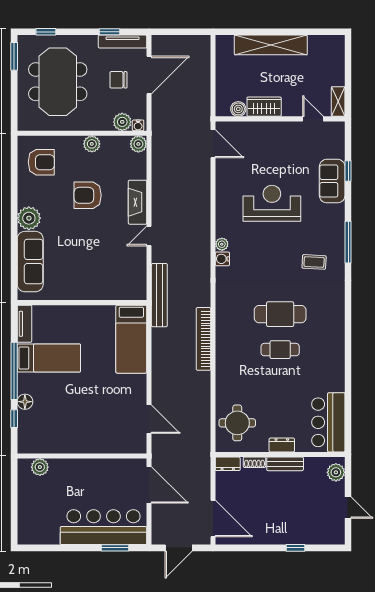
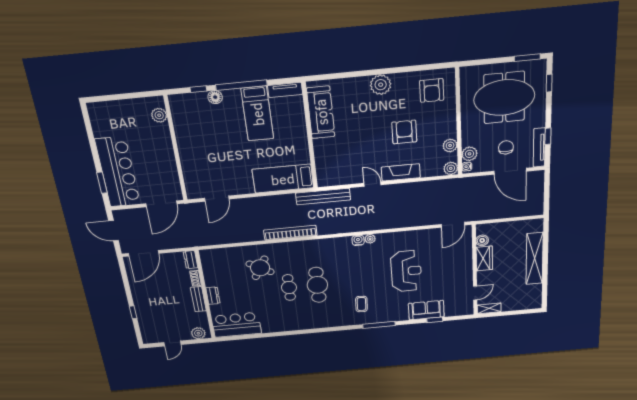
plant: (92, 144) -> (450, 145), moved
sofa: (30, 262) -> (321, 112), moved, turned -90
round table: (237, 423) -> (260, 268), moved, turned 30

